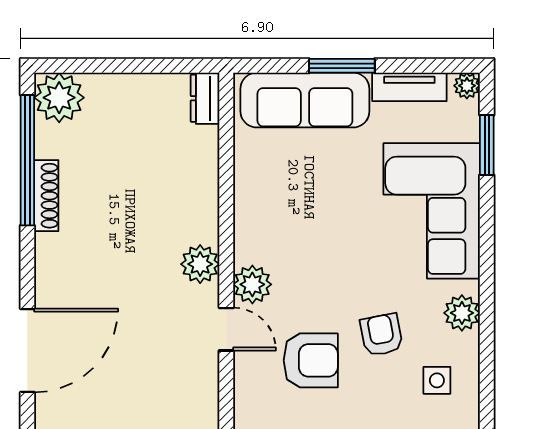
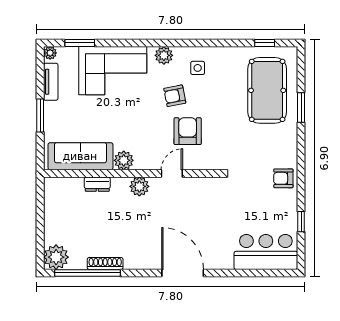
dresser: (205, 98) -> (97, 184), moved
sofa: (305, 100) -> (80, 156), moved, turned -90
plant: (252, 284) -> (124, 160), moved

